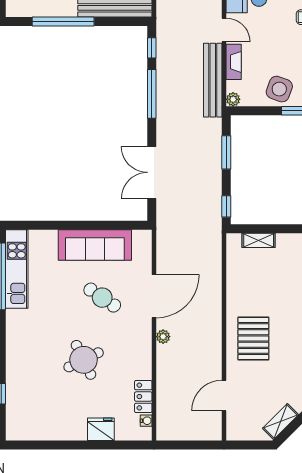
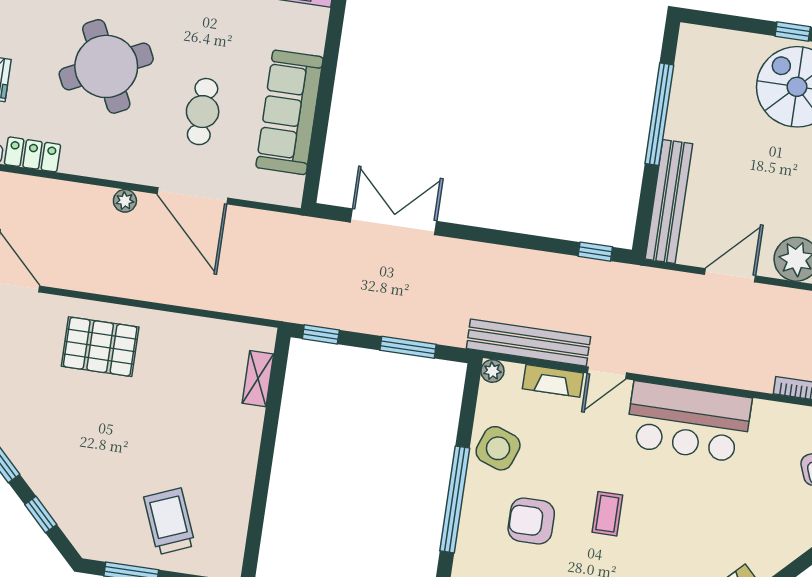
window: (152, 94) -> (521, 241), removed
cafe table: (102, 298) -> (203, 112), turned -33
round table: (84, 360) -> (106, 66), width x1.36, depth x1.36

